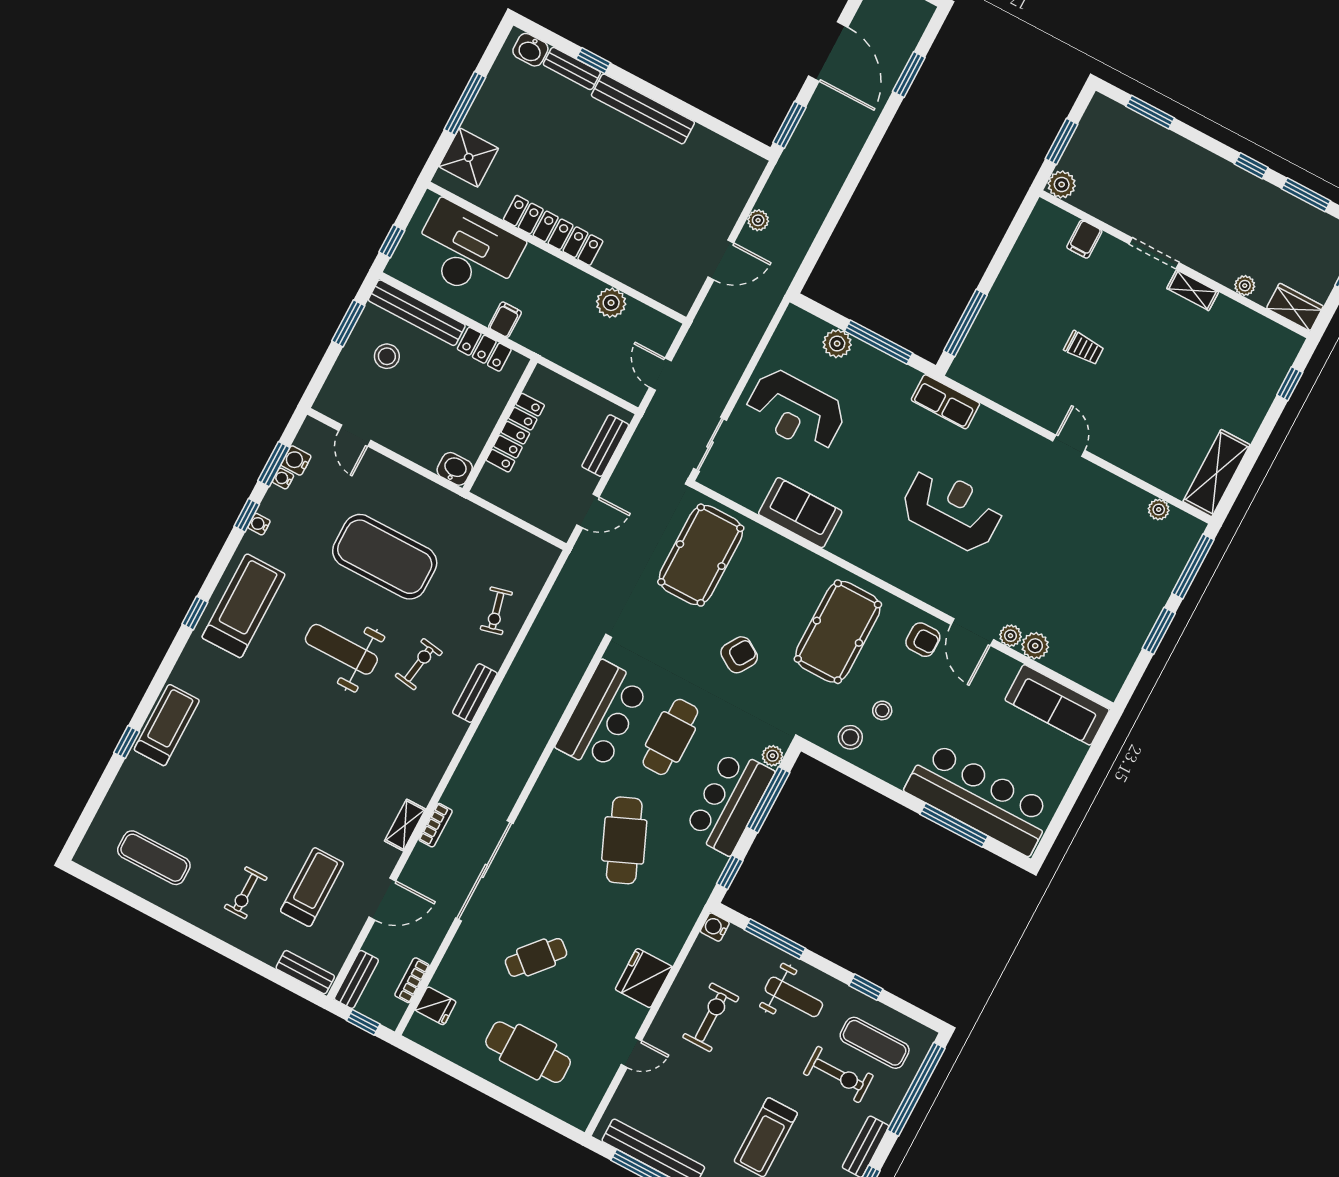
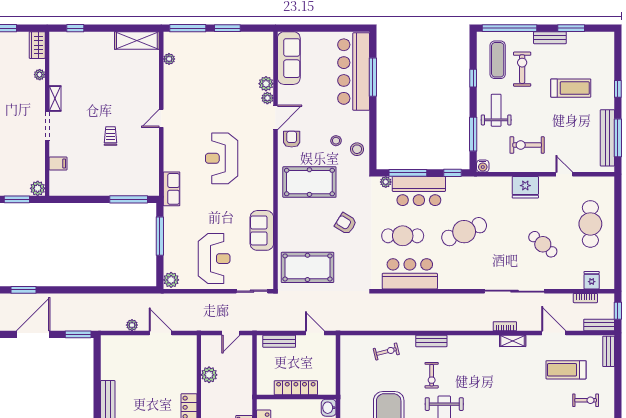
plant: (837, 344) -> (171, 280), moved
exercise bike: (419, 664) -> (432, 375), turned -99

